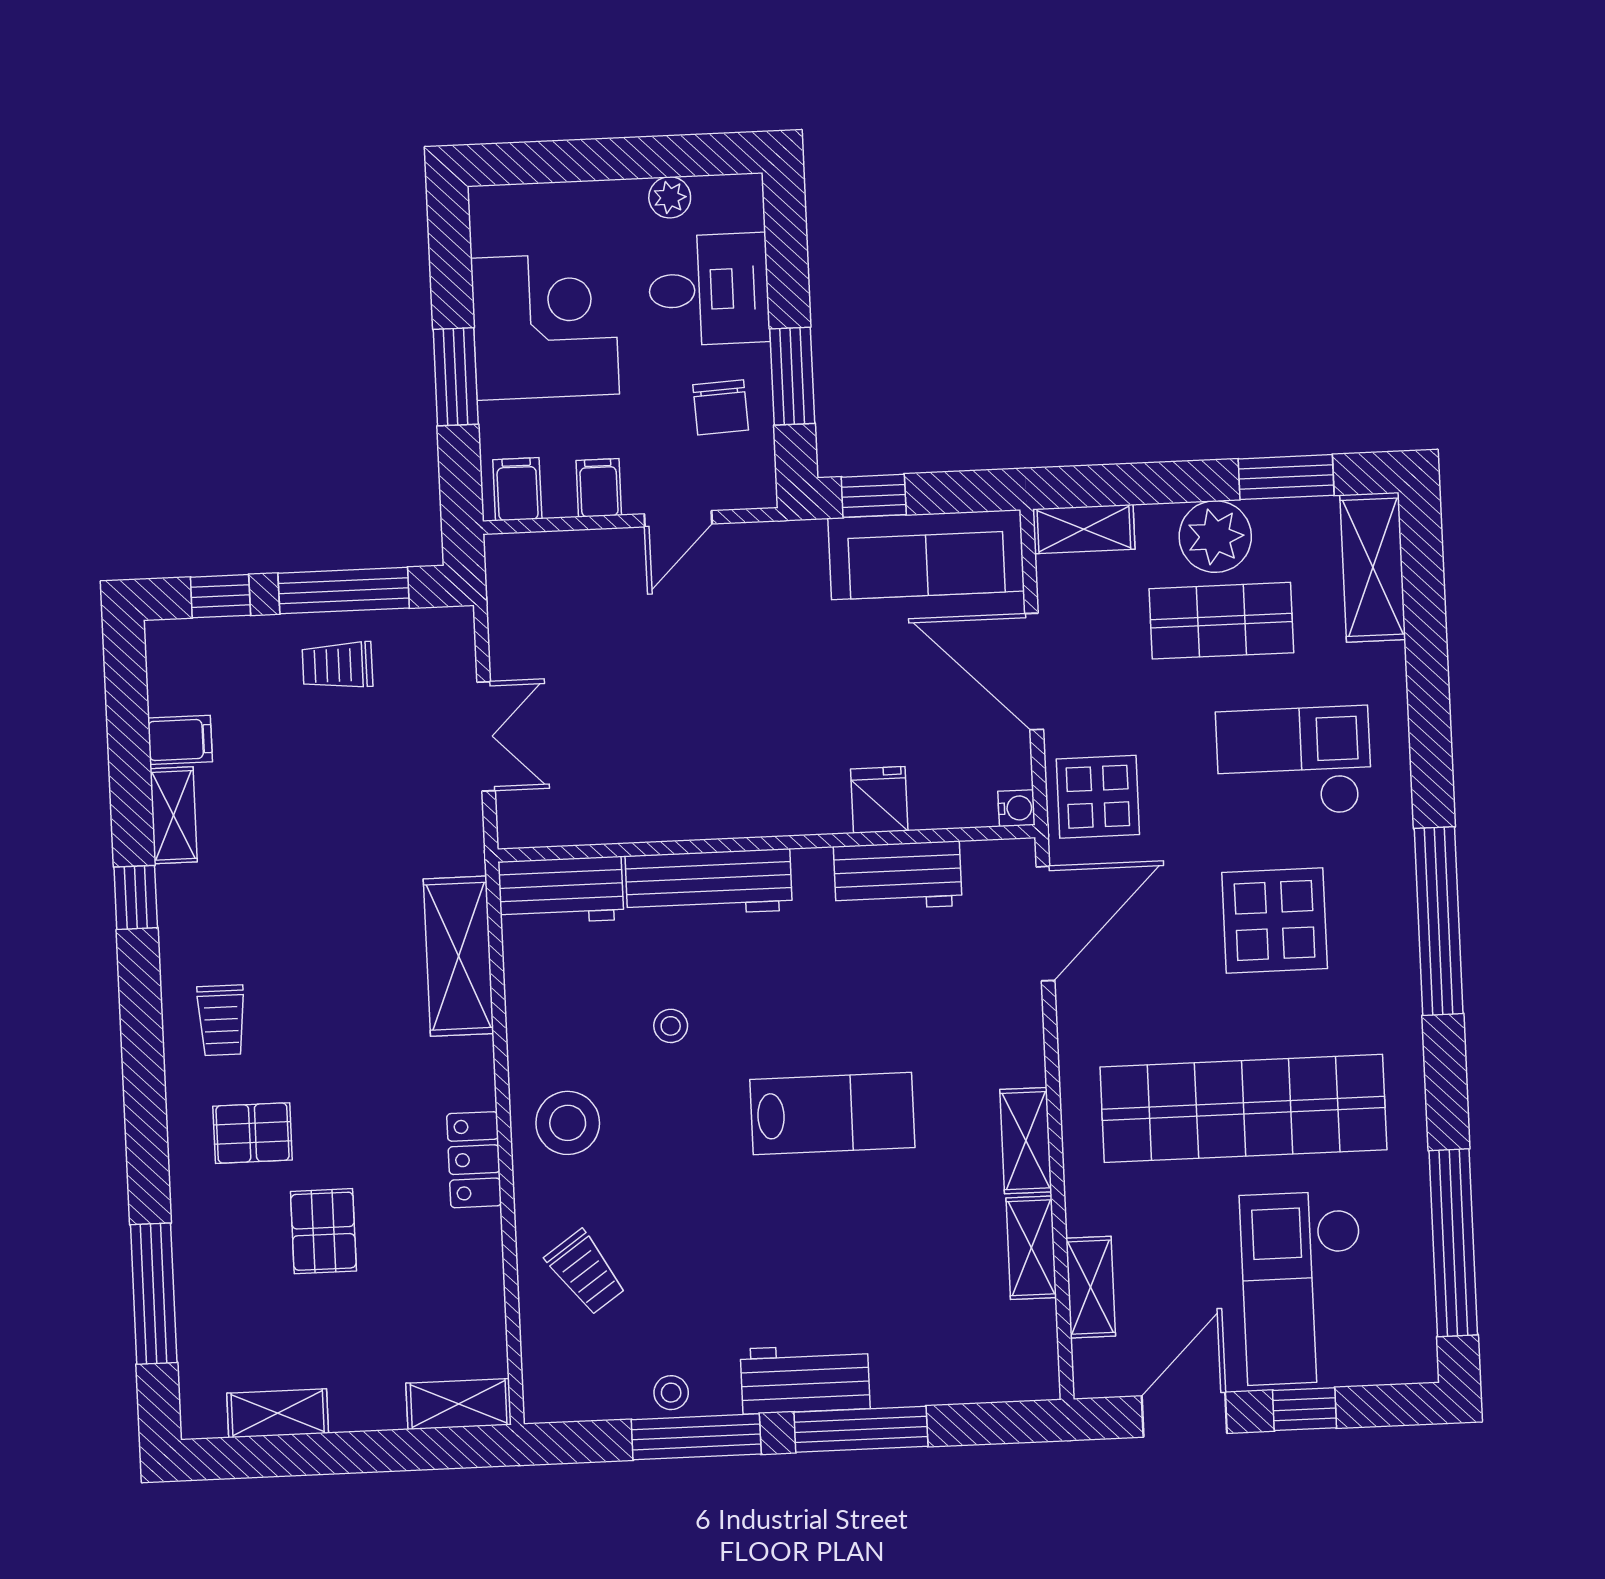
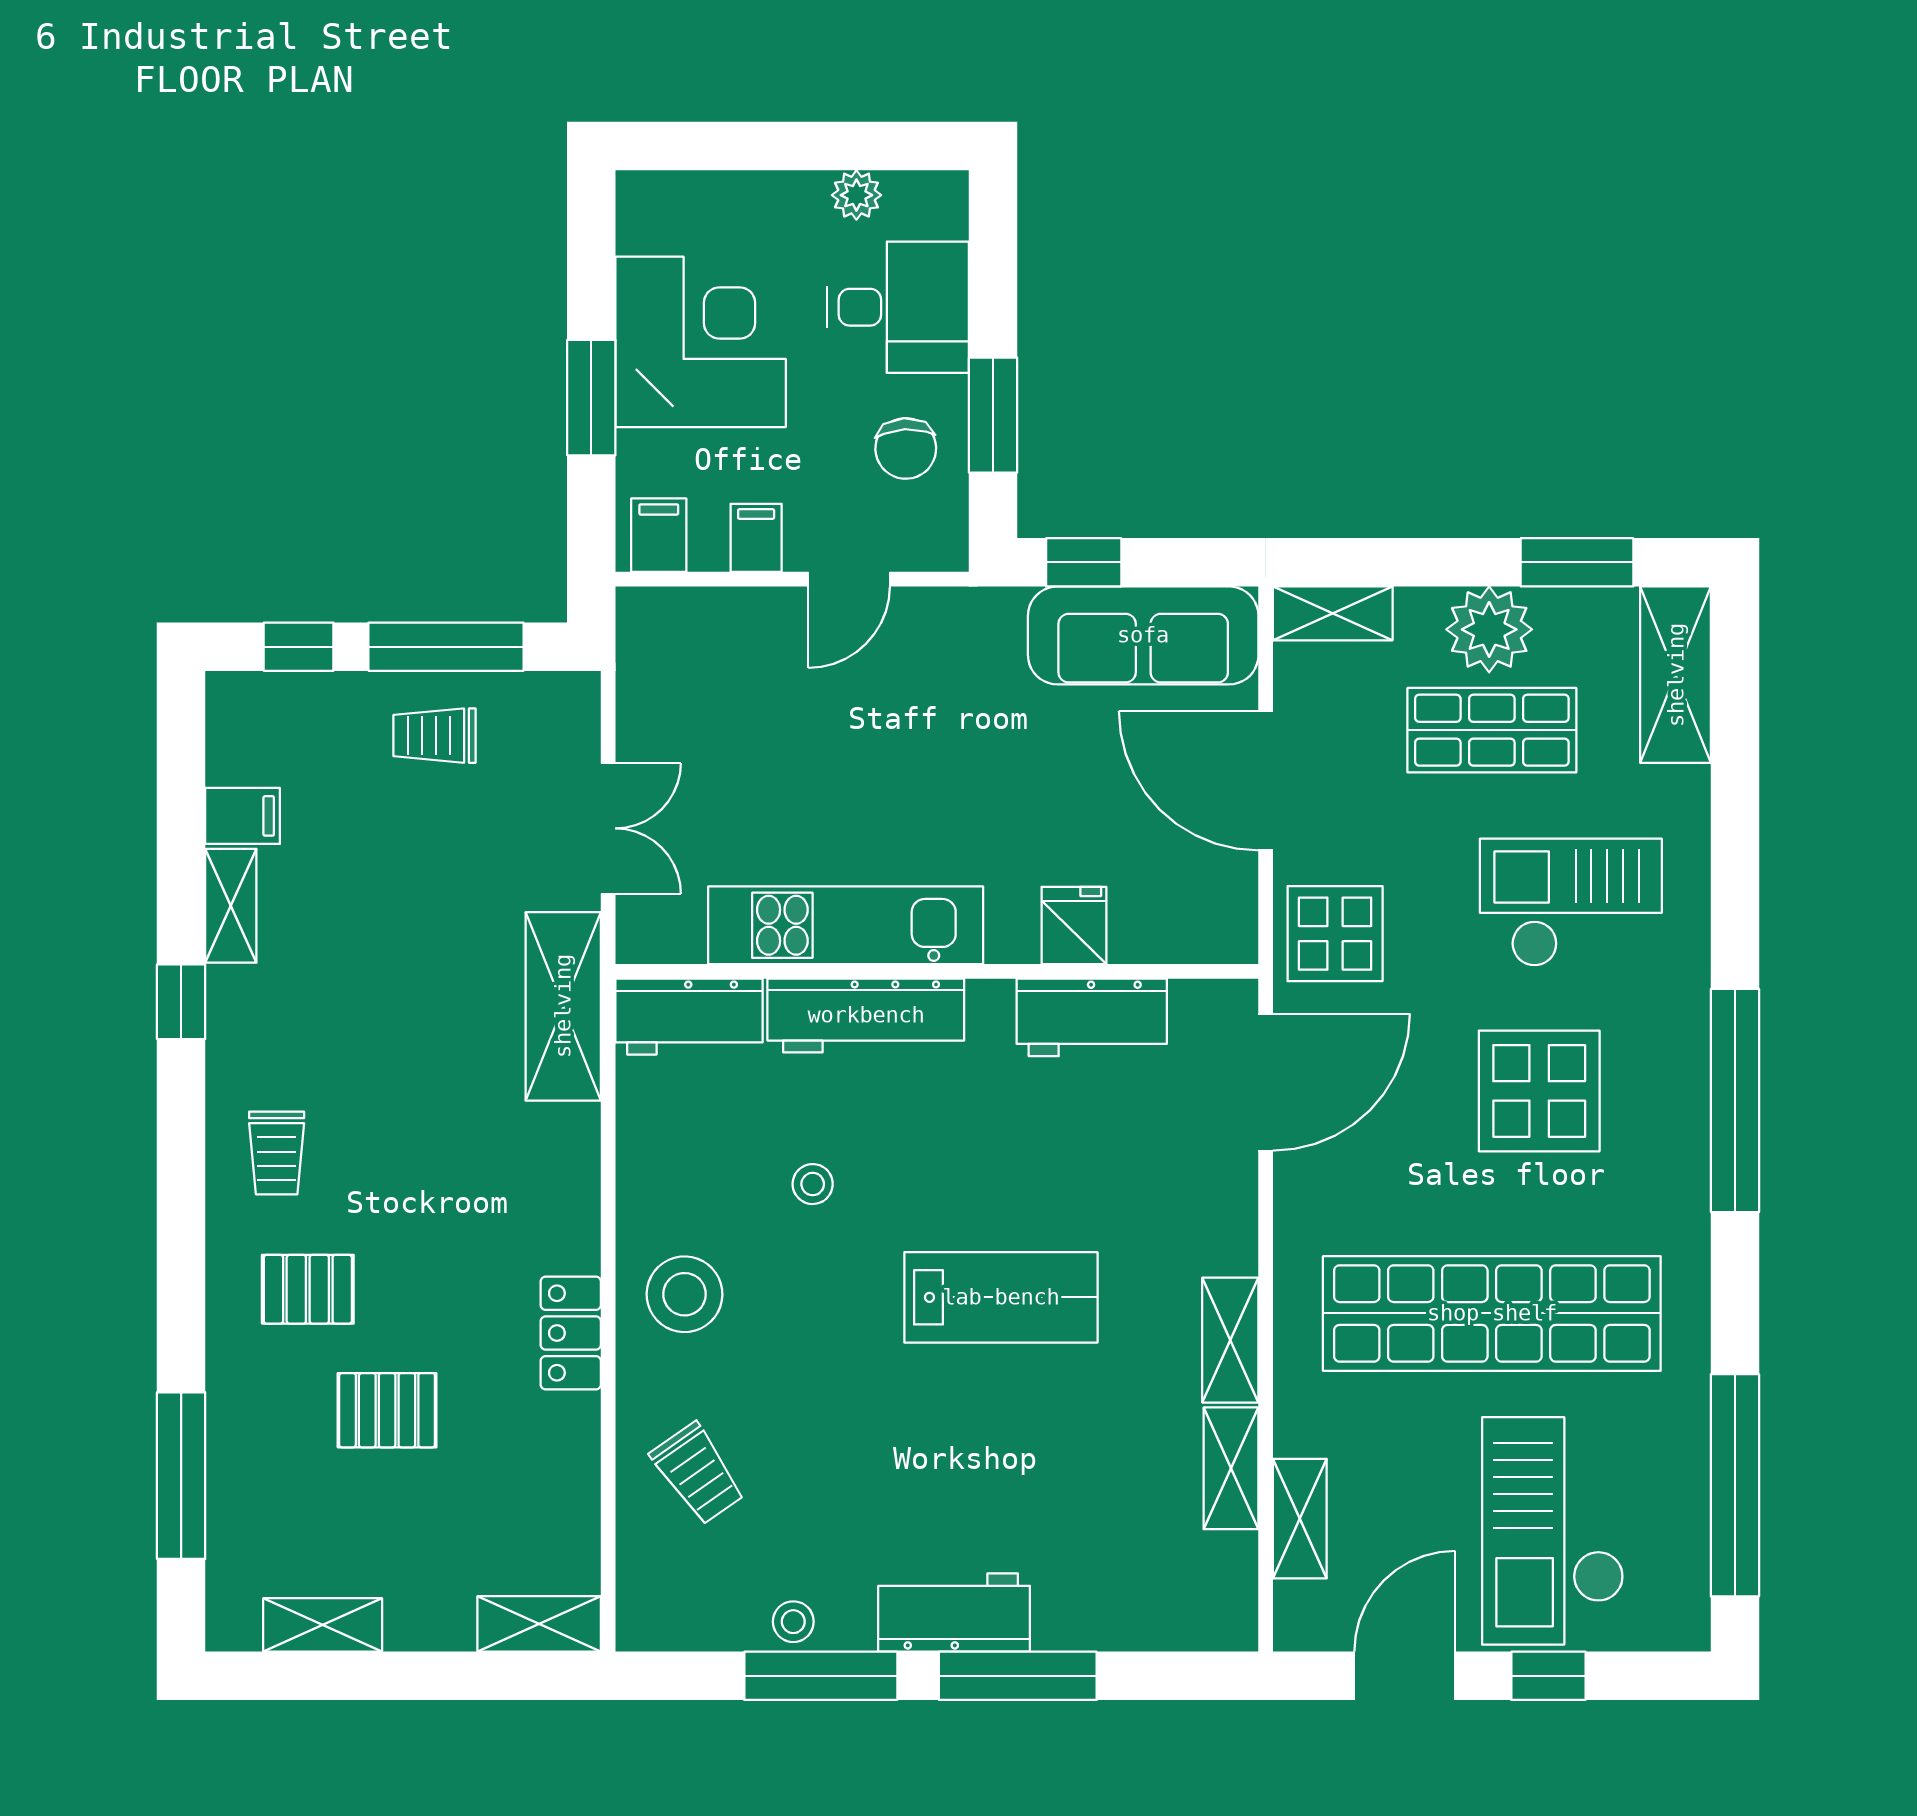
kitchen unit: (688, 808) -> (846, 925), added
water cooler: (1016, 808) -> (1237, 943), removed
shelving: (459, 956) -> (563, 1006), moved
pallet: (323, 1231) -> (387, 1410), turned 90

